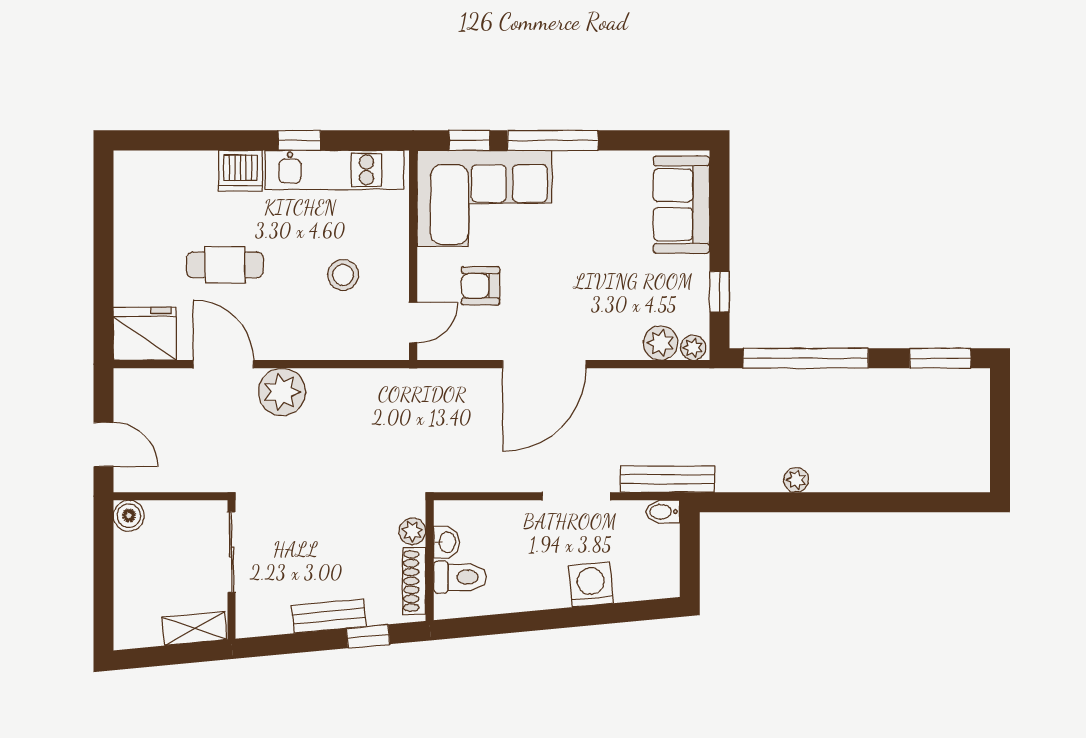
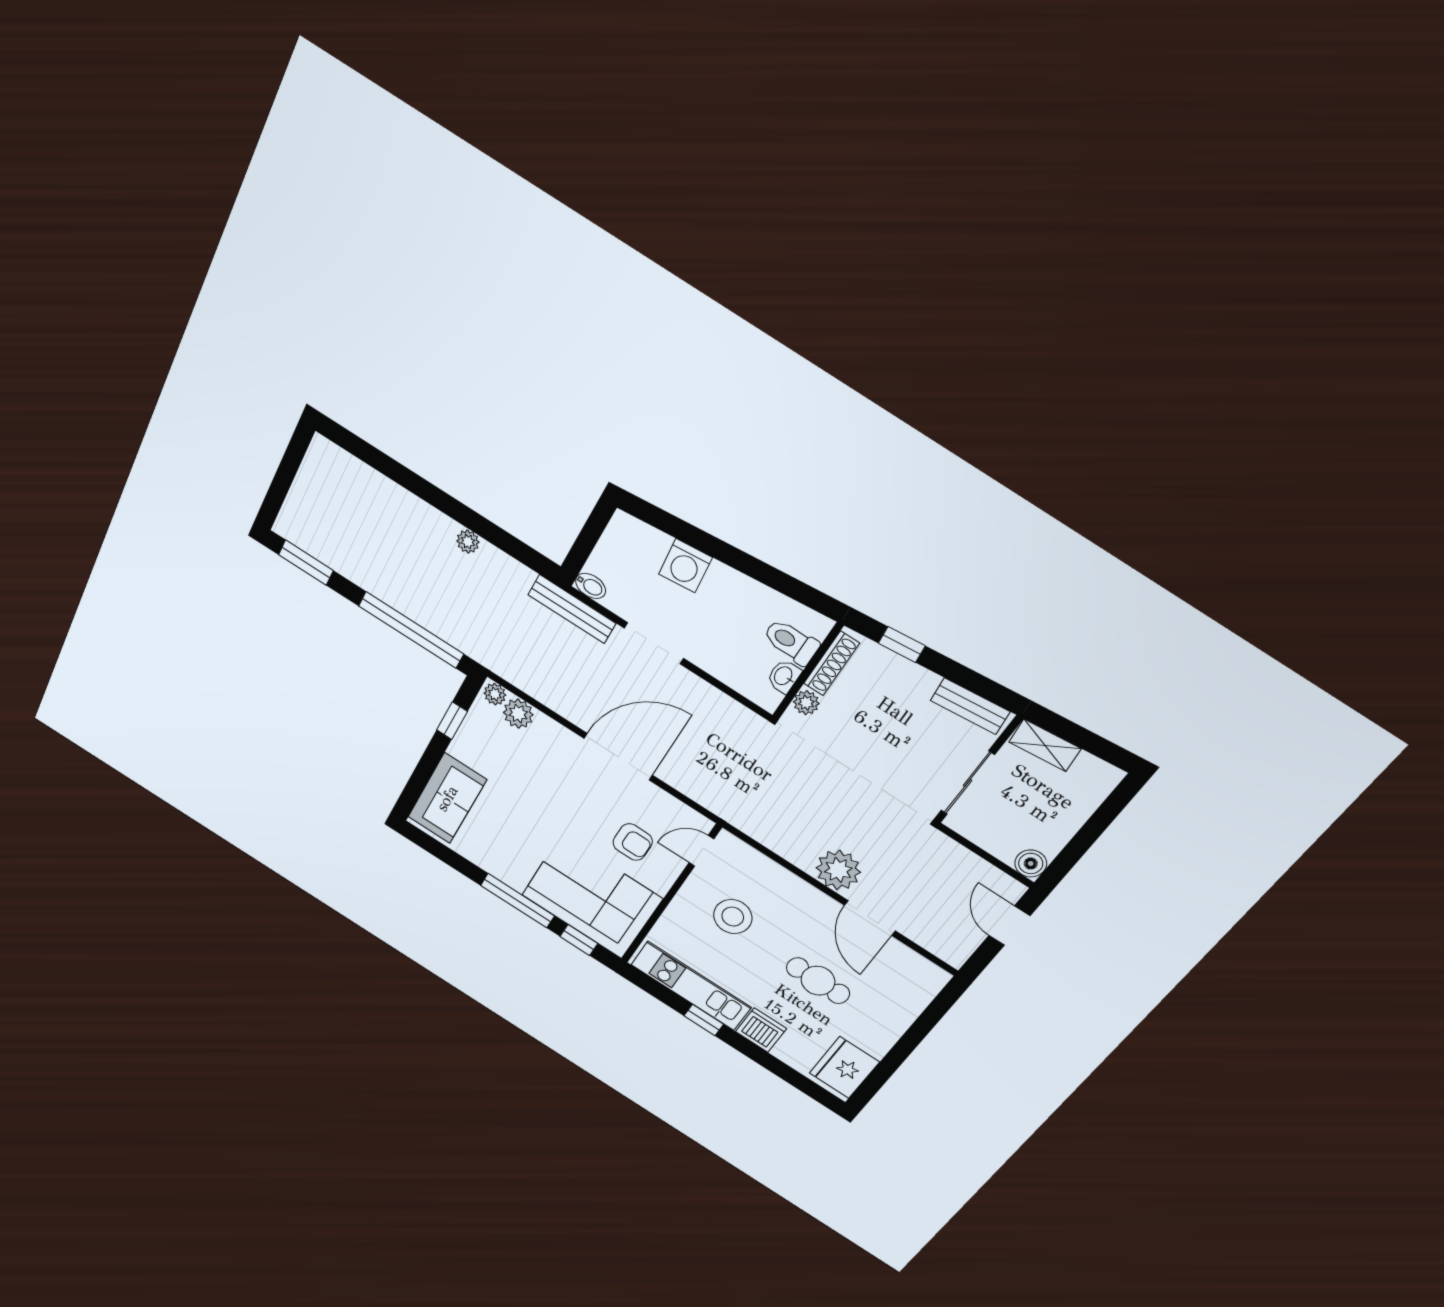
stool: (343, 275) -> (733, 917), width x1.38, depth x1.38
fridge: (145, 334) -> (844, 1068), moved, turned 90
bench: (329, 616) -> (970, 706), moved

